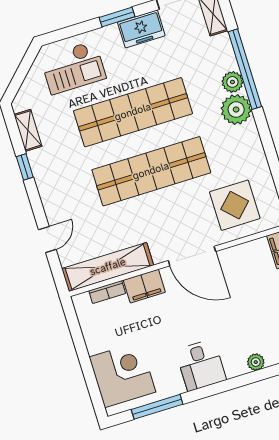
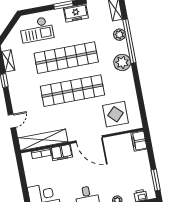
plant: (232, 82) -> (119, 35), moved

